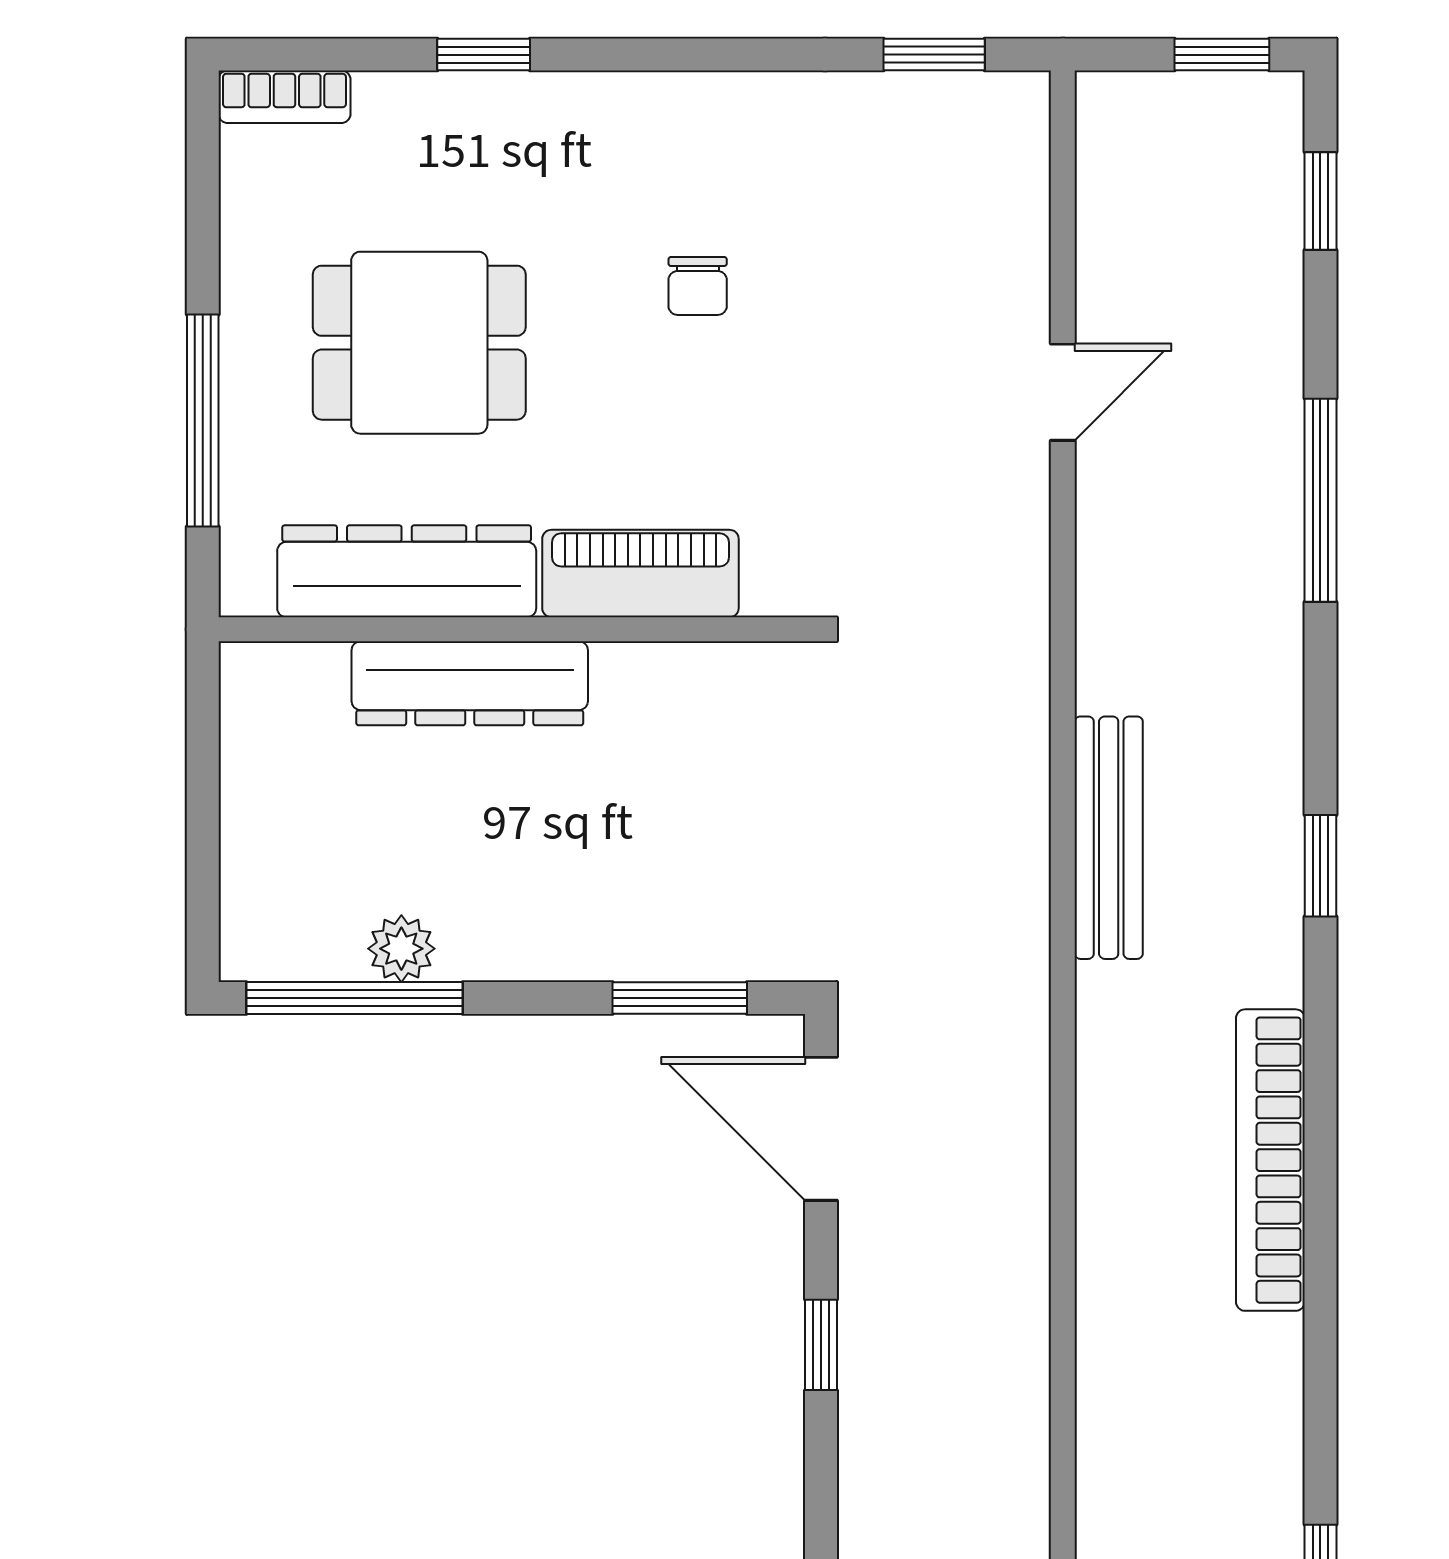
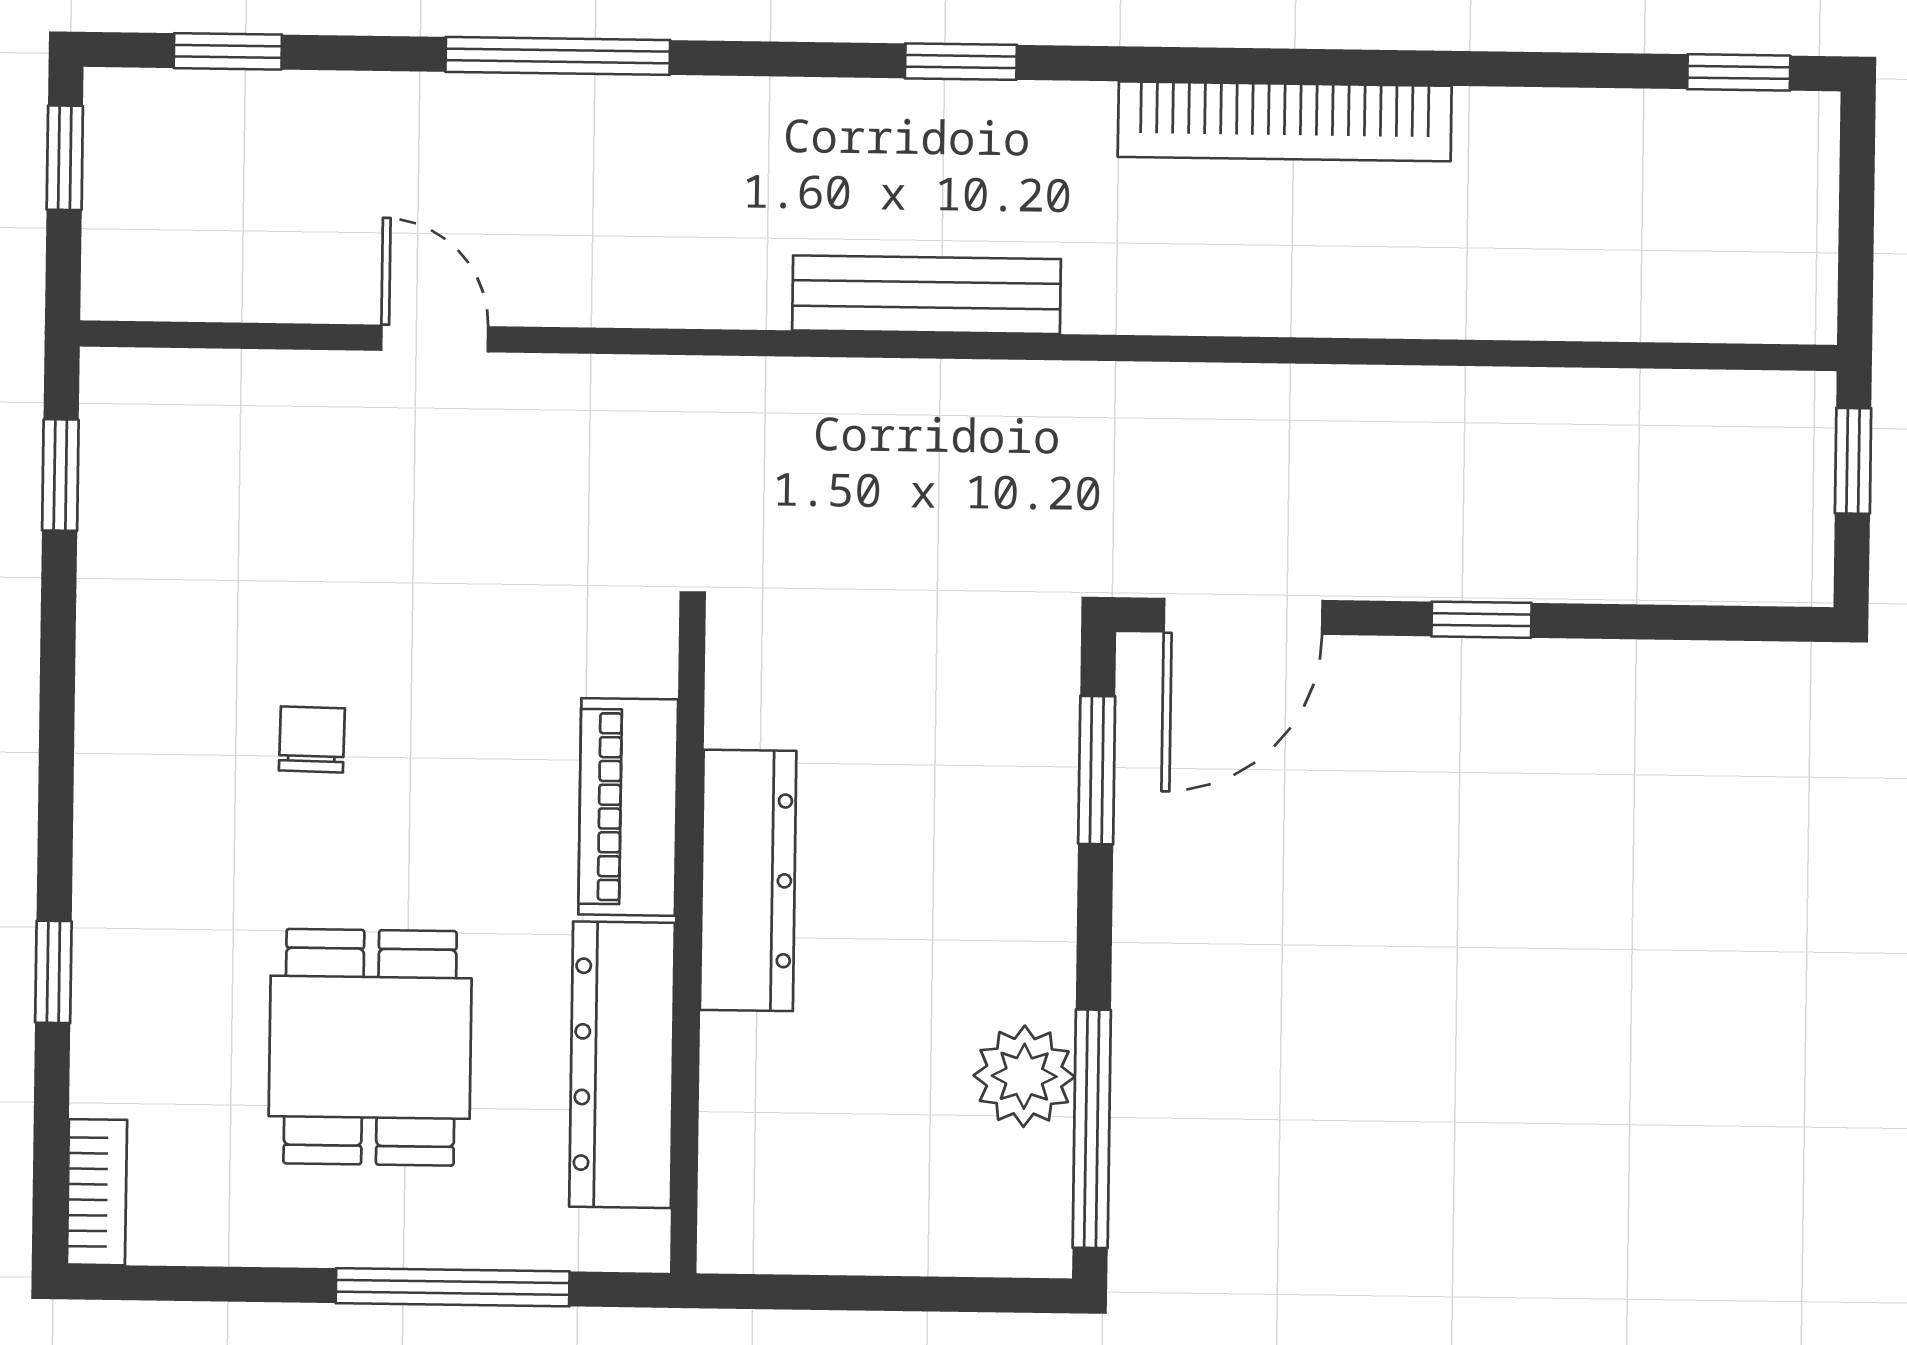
chair: (698, 286) -> (312, 739), turned -89
dresser: (470, 683) -> (748, 880), moved
plant: (401, 949) -> (1024, 1076), width x1.38, depth x1.38

